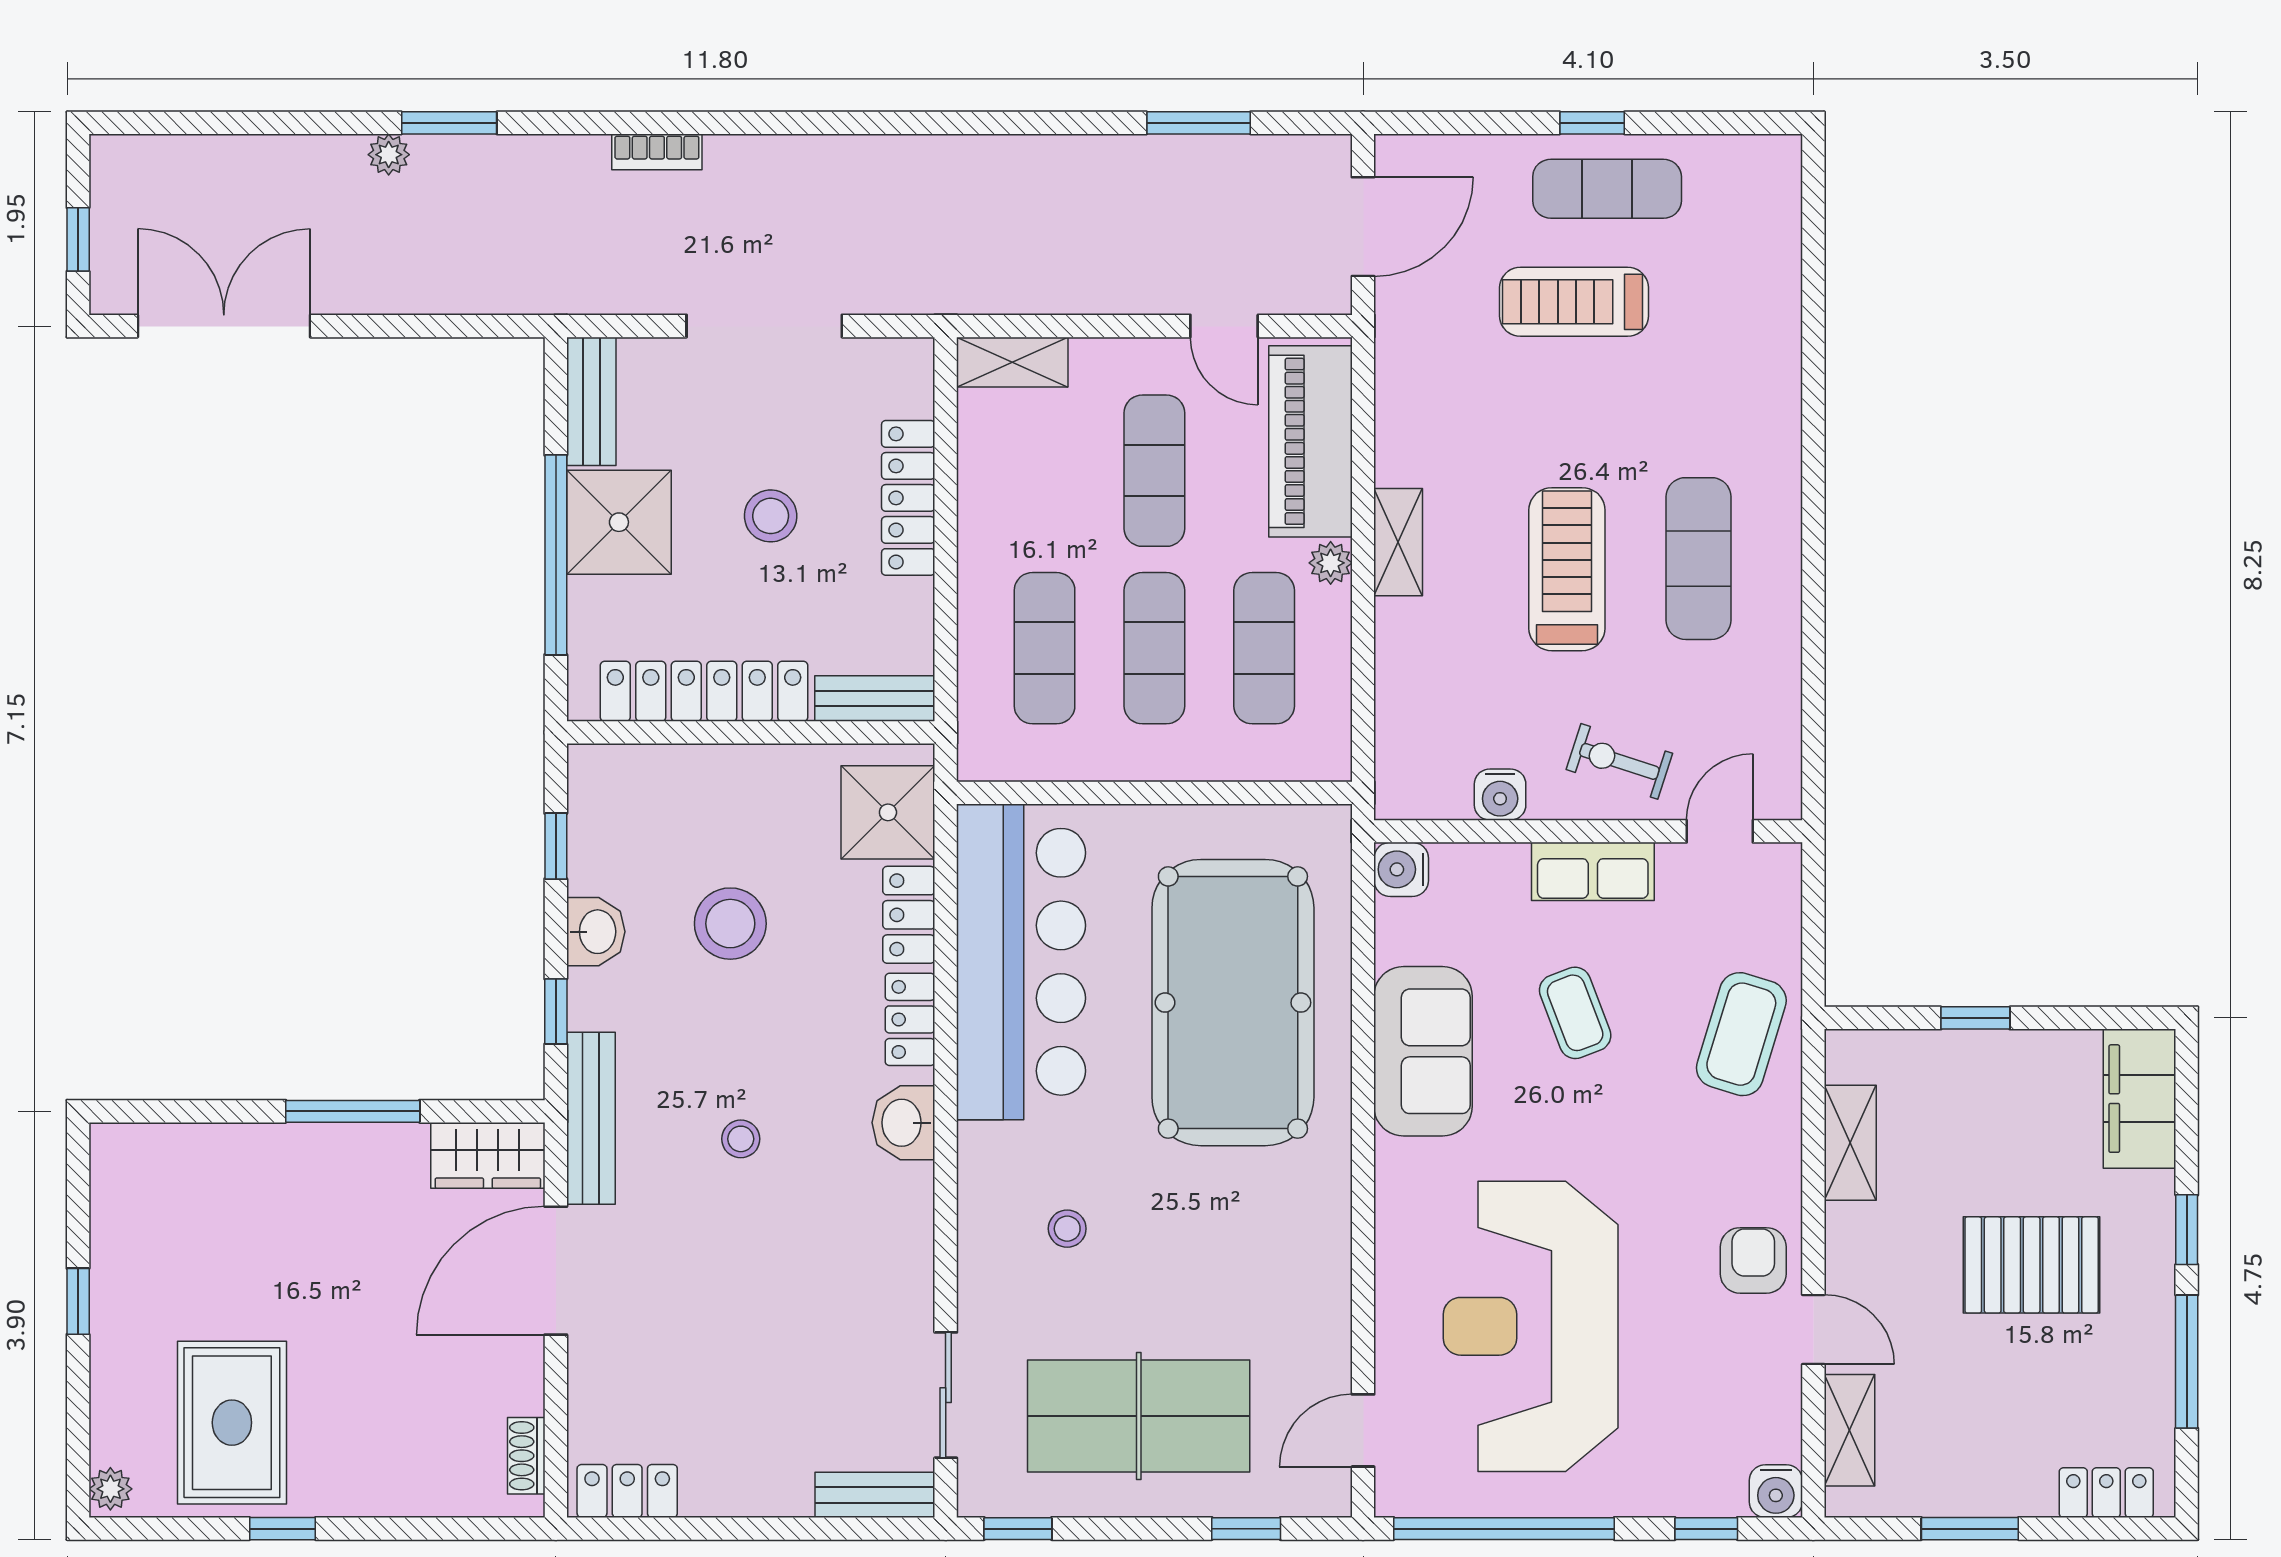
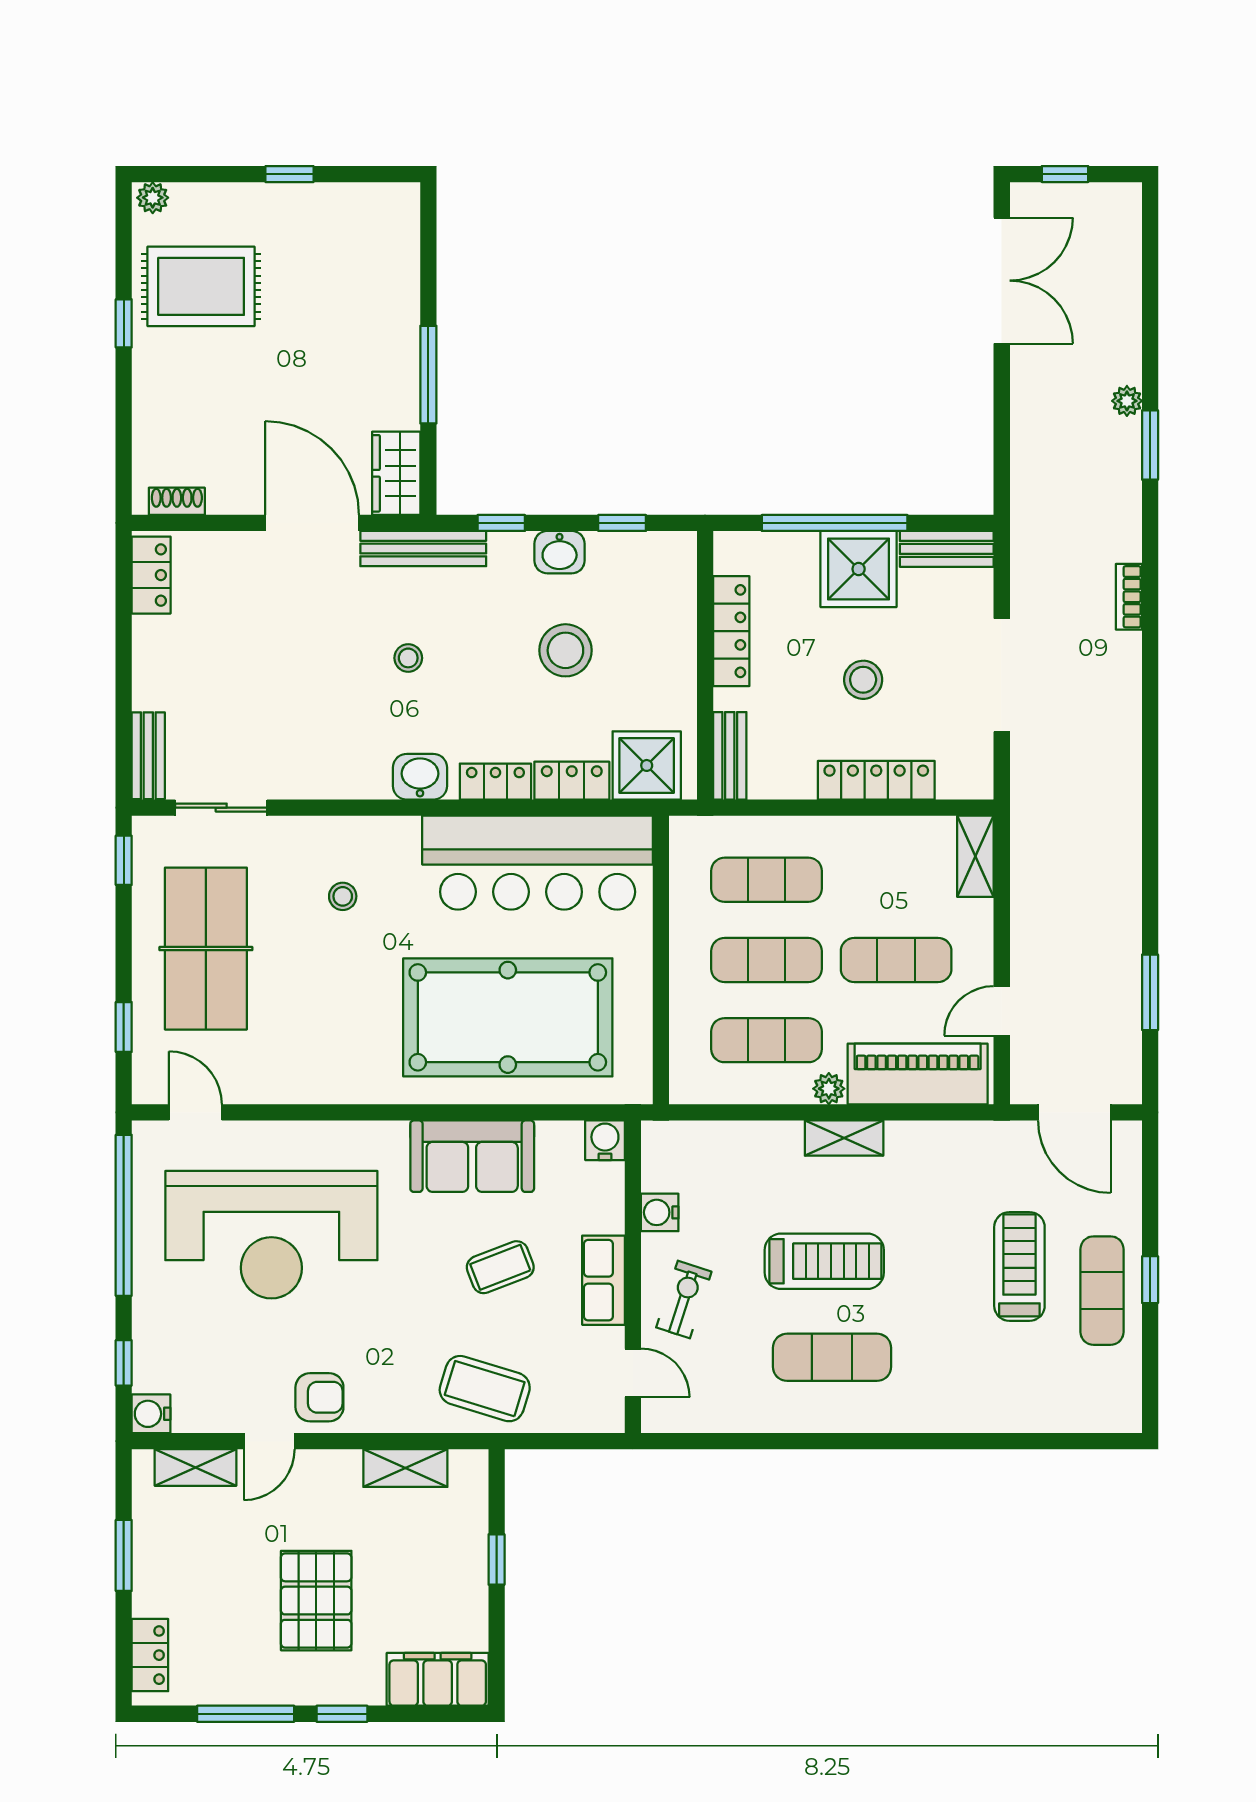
locker: (704, 691) -> (731, 631), width x0.71, depth x0.83
reception desk: (1531, 1326) -> (271, 1235), turned 180

